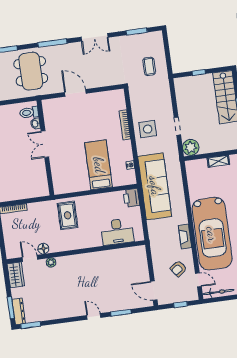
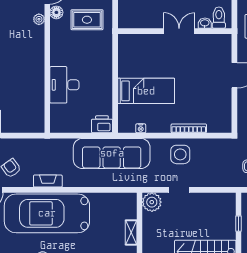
rug: (68, 215) -> (87, 20), moved
desk: (117, 232) -> (64, 85), moved

